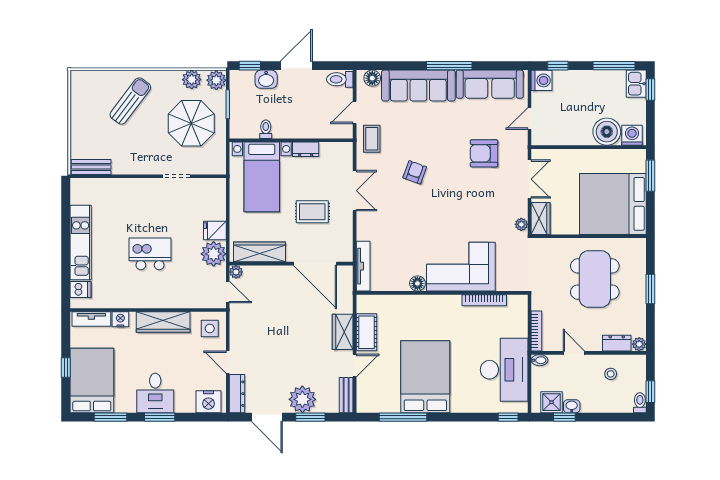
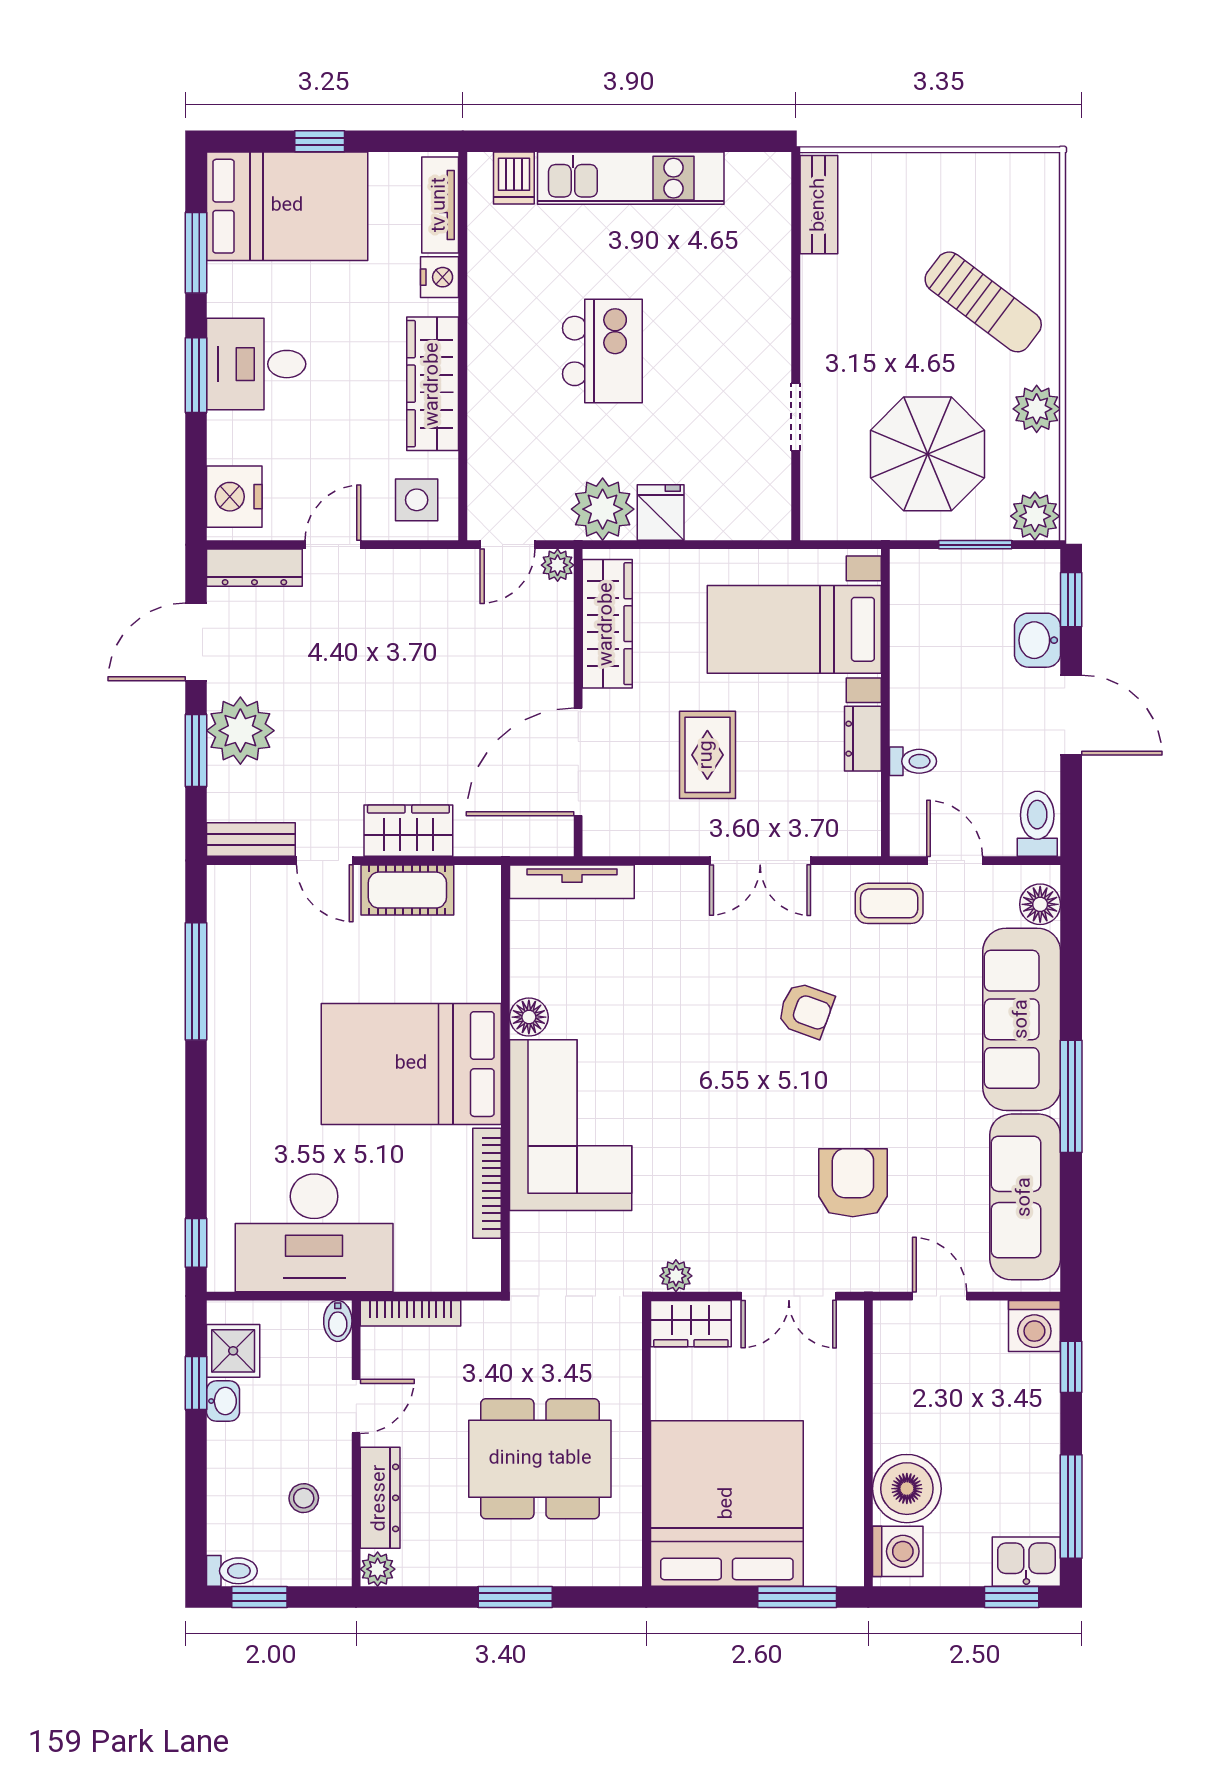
plant: (192, 80) -> (1037, 409), moved
toilet: (266, 129) -> (913, 761), moved
dresser: (617, 343) -> (380, 1498), width x1.44
bed: (425, 377) -> (411, 1064), moved, turned 180

